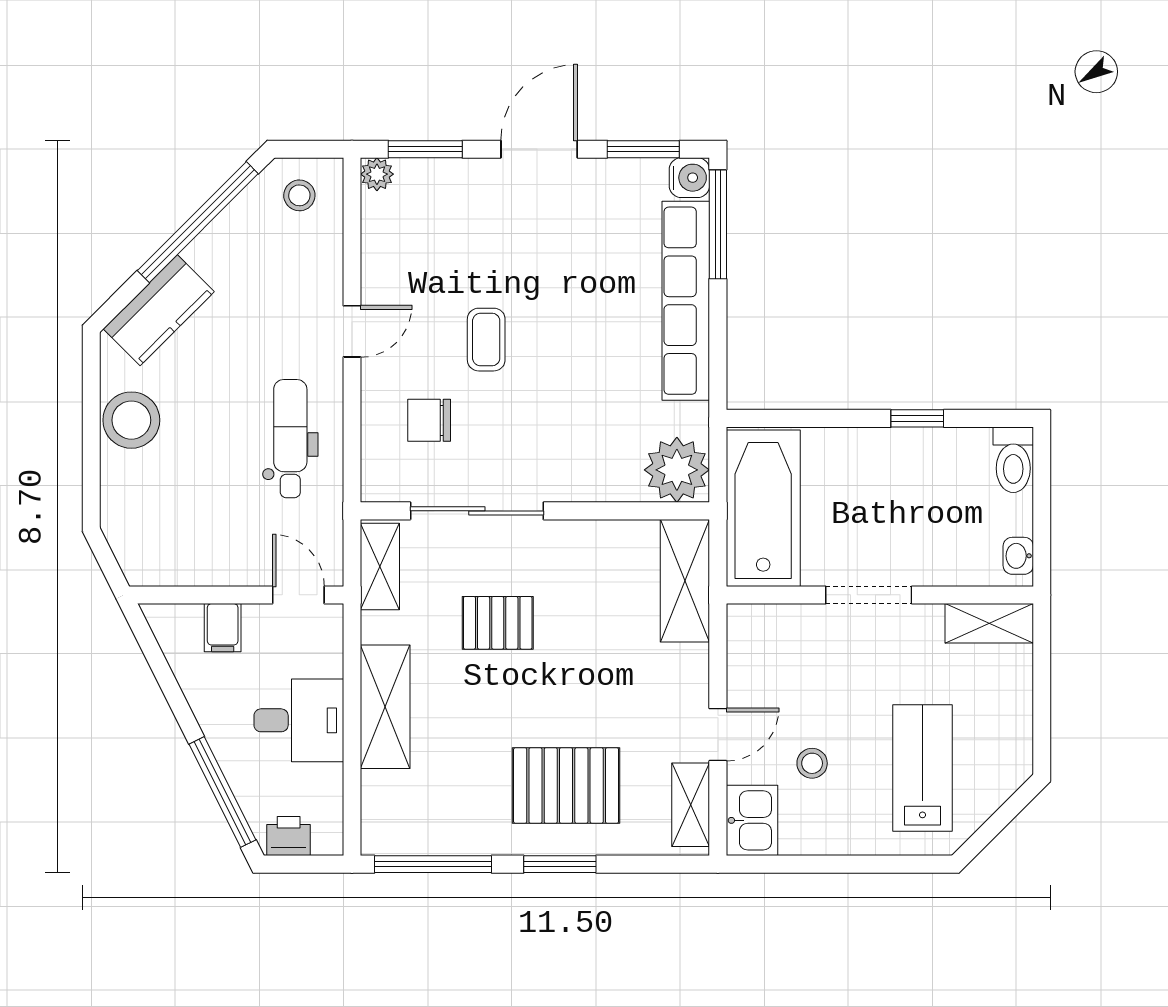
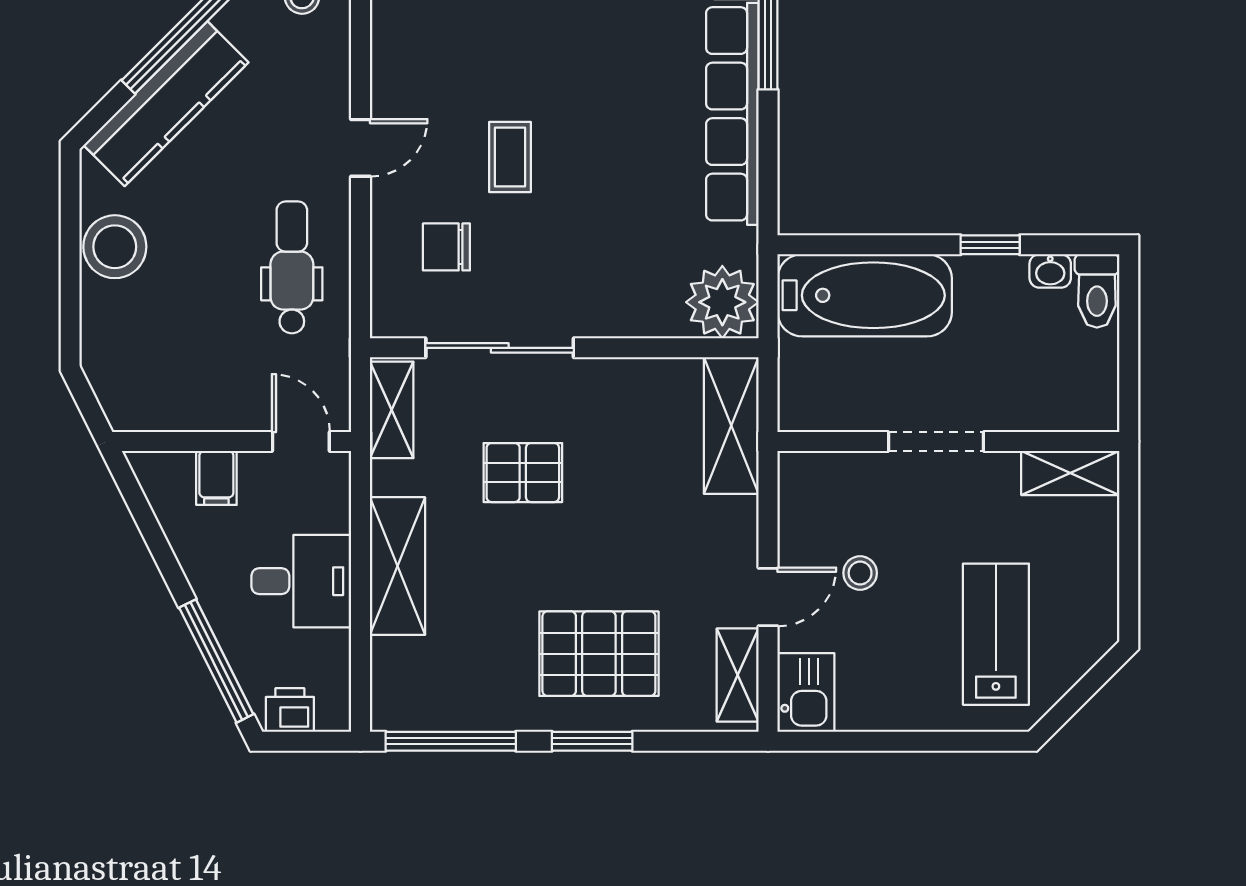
kitchen counter: (159, 310) -> (166, 104), width x1.50
bathtub: (763, 508) -> (865, 295), moved, turned 90
washbasin: (1018, 556) -> (1050, 271), moved, turned -90
stool: (812, 763) -> (860, 573), moved

